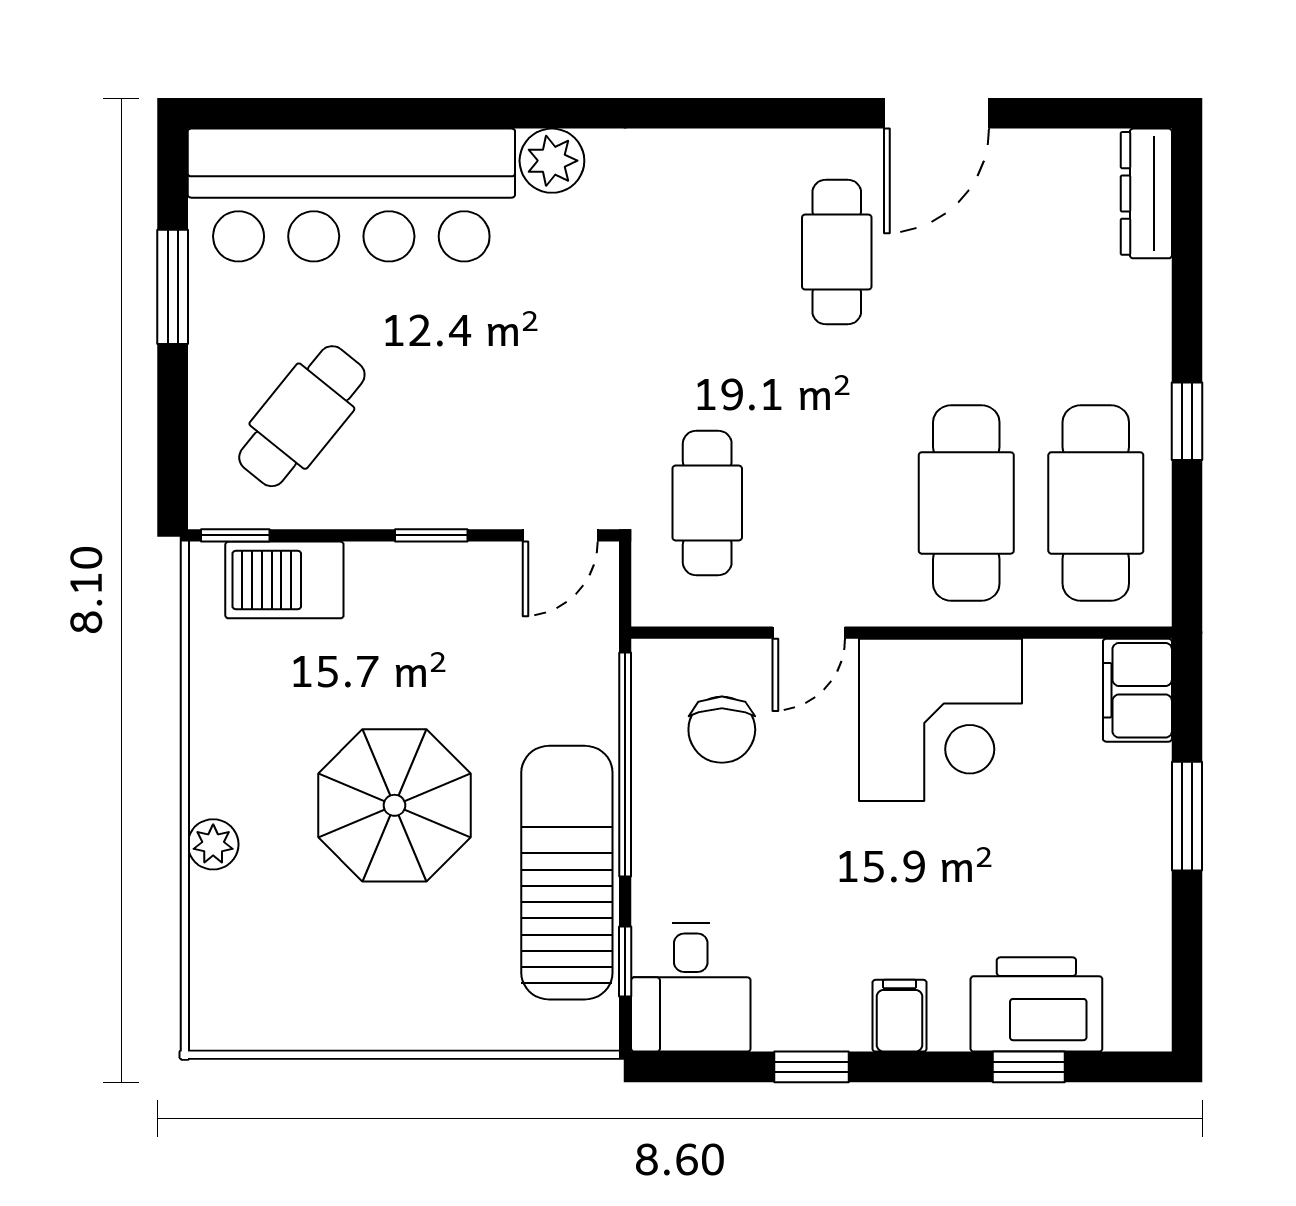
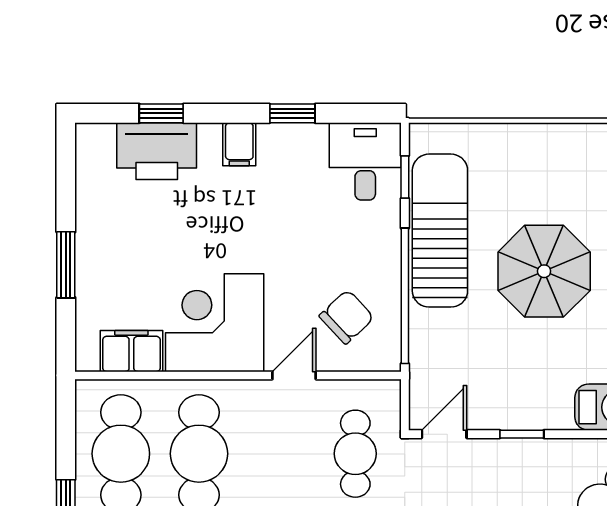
filing cabinet: (1137, 690) -> (131, 351), moved, turned -90
chair: (722, 730) -> (347, 317), turned 47
sun lounger: (567, 873) -> (440, 231), turned 180

